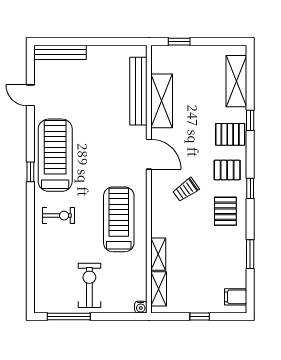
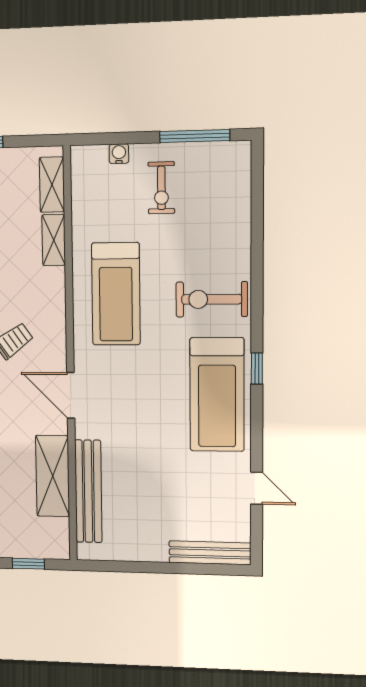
exercise bike: (58, 216) -> (212, 299), width x1.38, depth x1.39
exercise bike: (89, 285) -> (161, 188), width x0.73, depth x0.72
water cooler: (141, 307) -> (119, 154), moved

